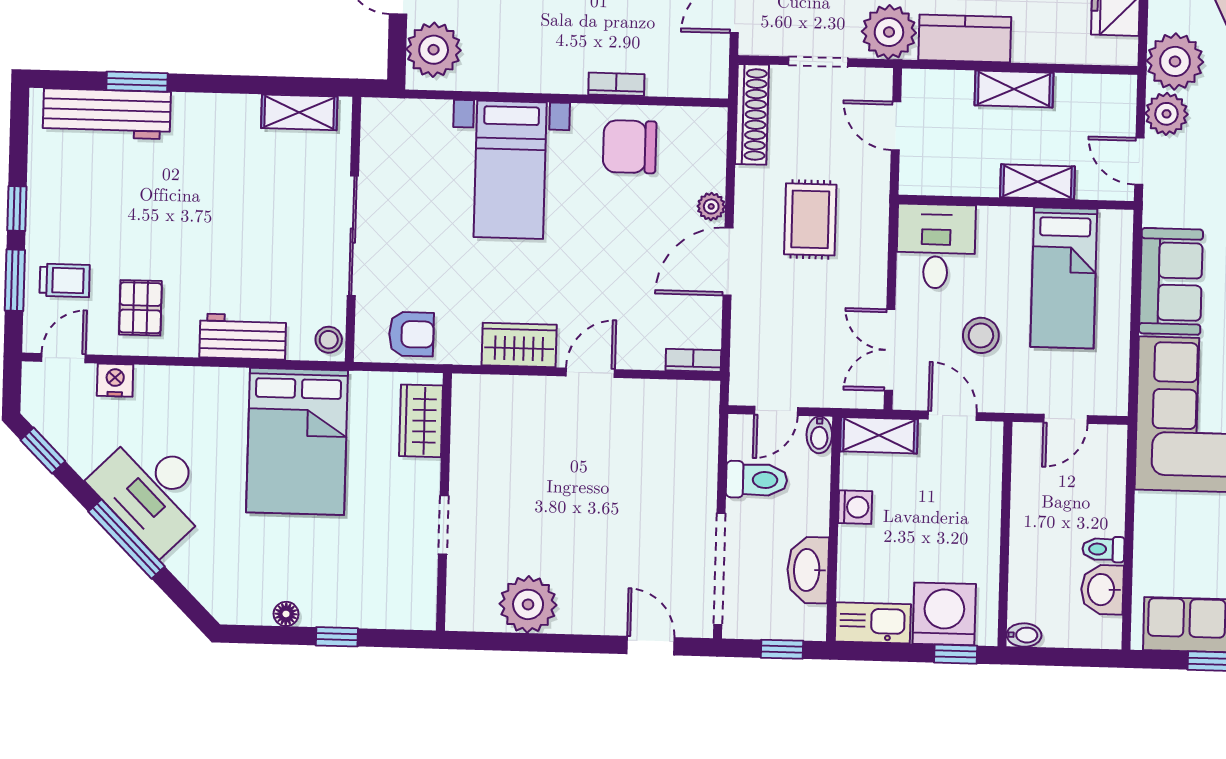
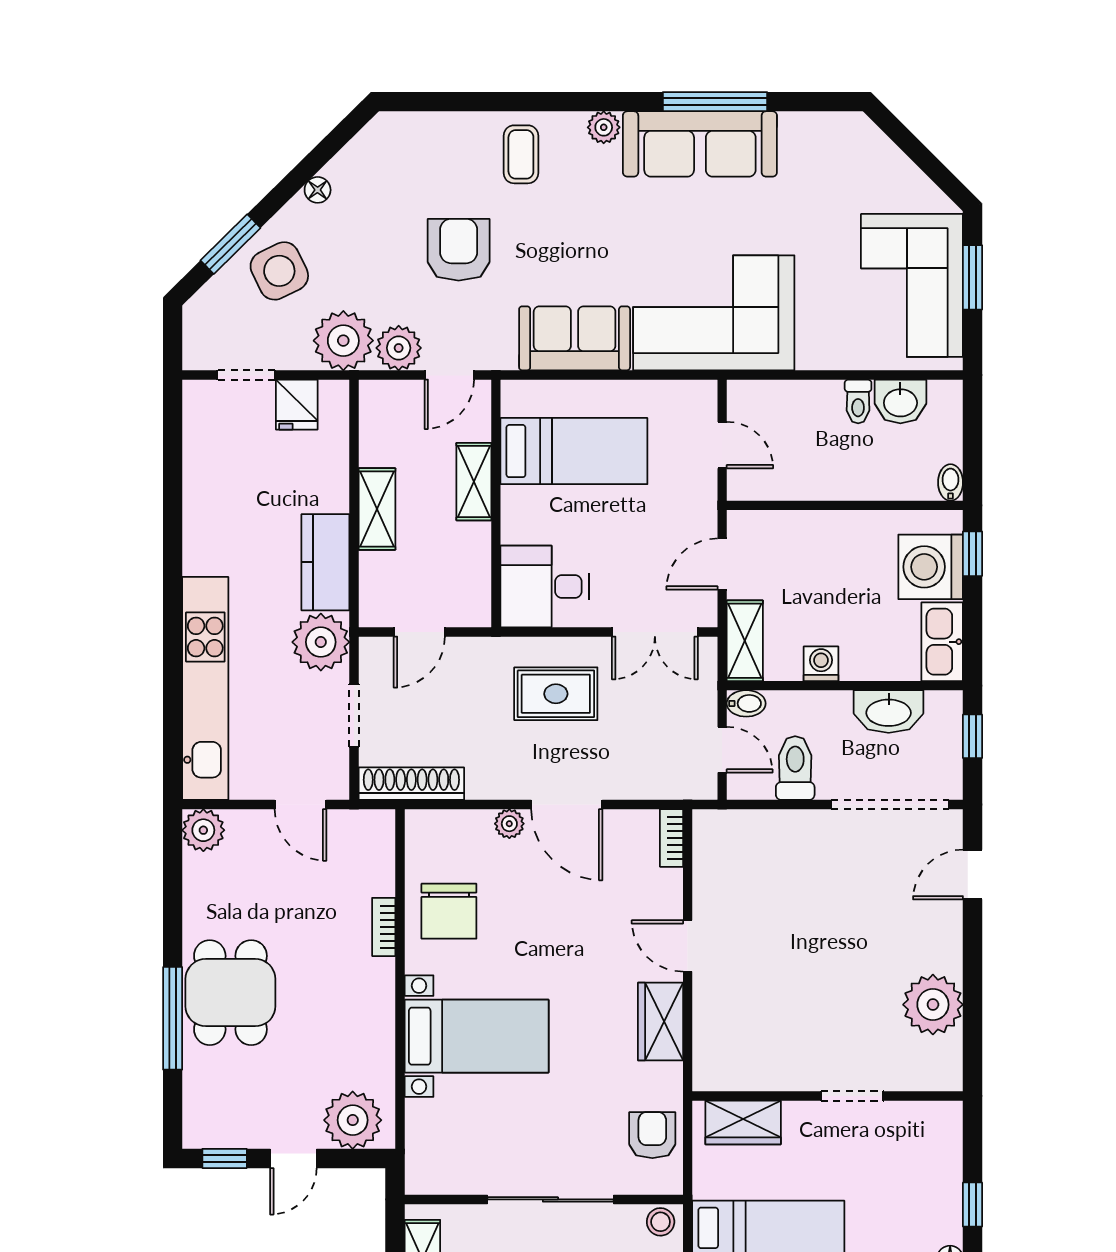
rug: (810, 219) -> (556, 694), moved
stool: (981, 335) -> (637, 537), removed

